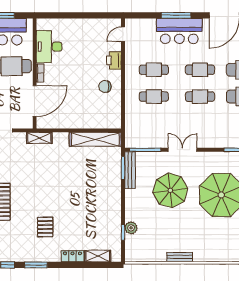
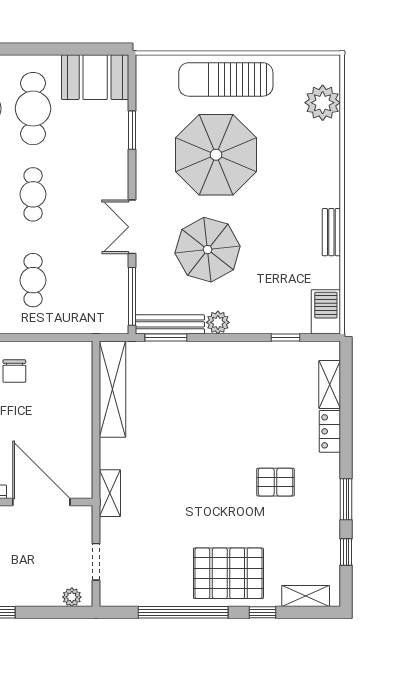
plant: (131, 228) -> (218, 322), moved
barbecue: (137, 254) -> (326, 312), added

